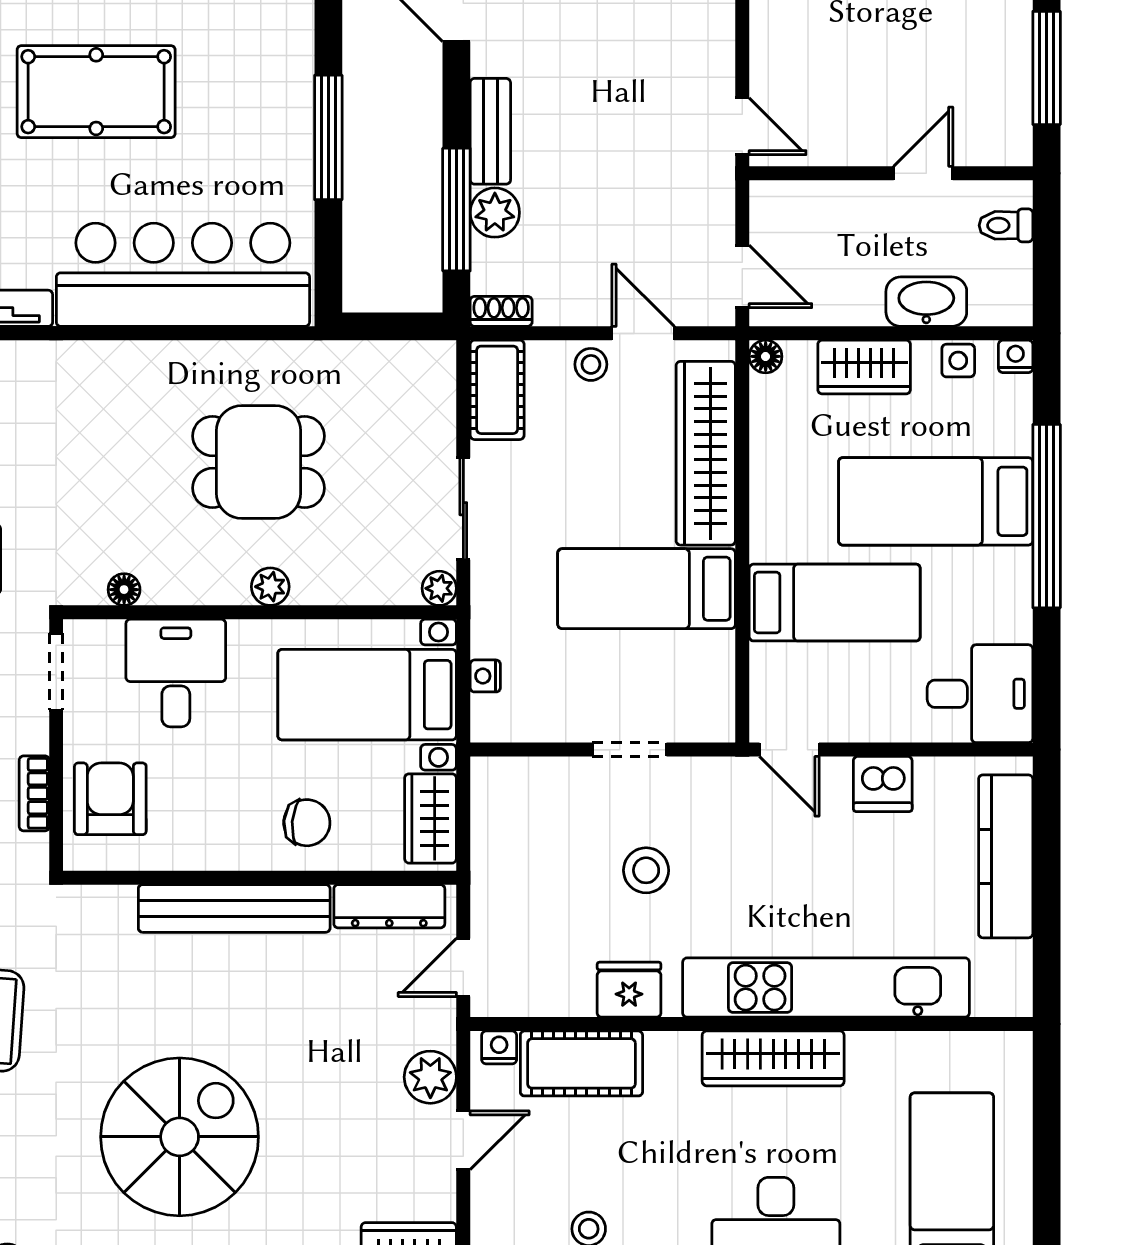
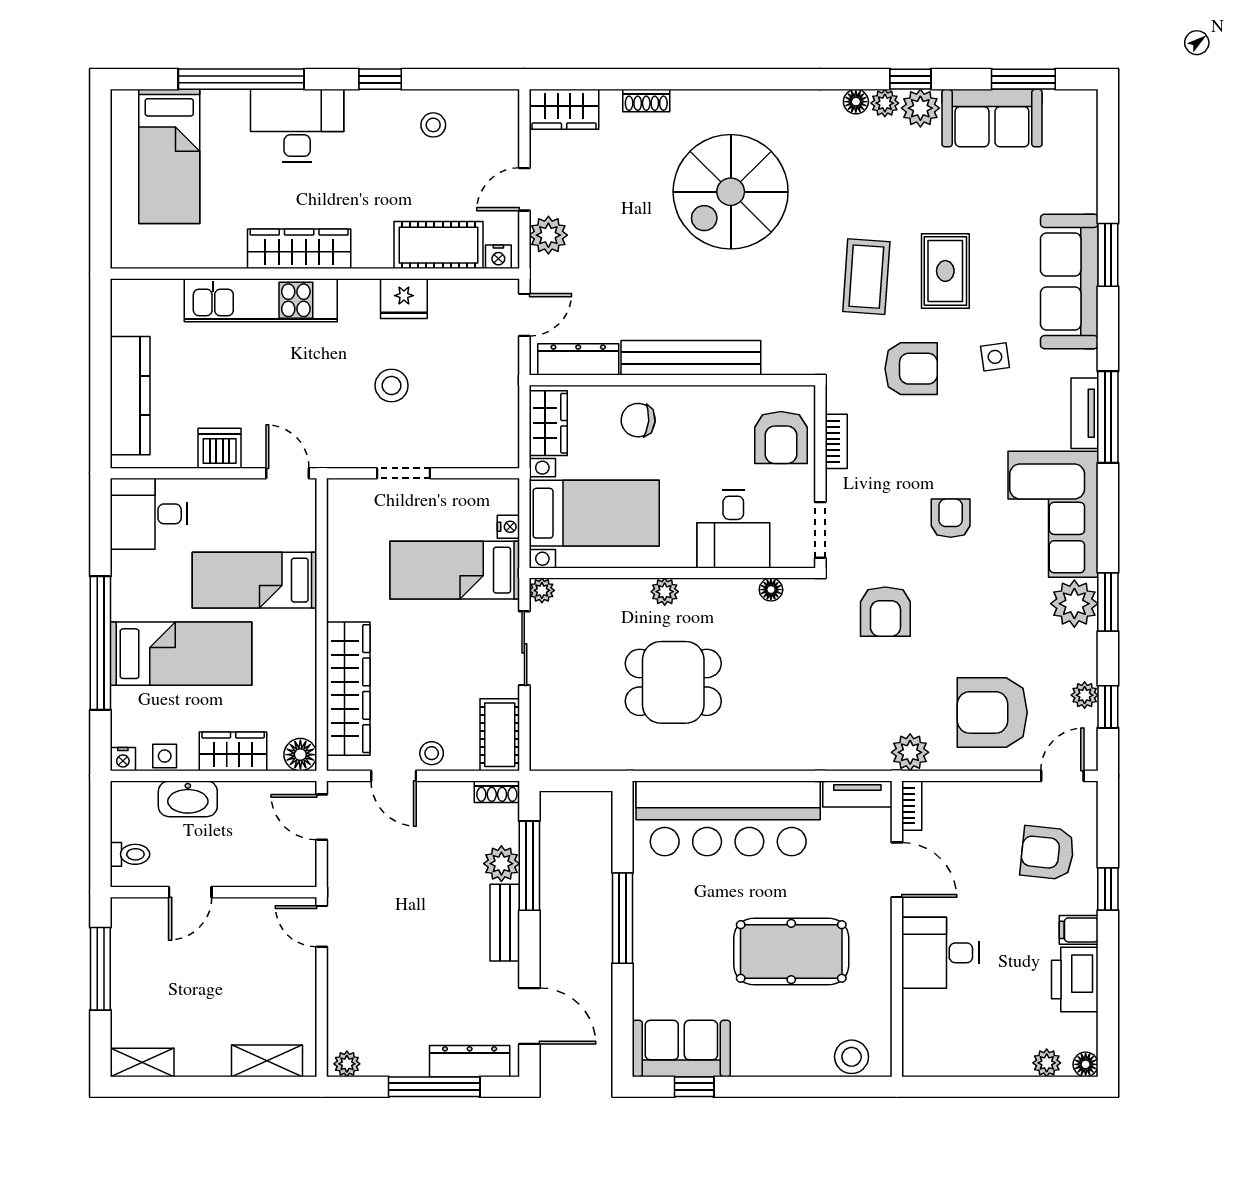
floor lamp: (766, 356) -> (300, 755), width x1.37, depth x1.37
bed: (647, 589) -> (455, 570), moved, turned 180
kitchen unit: (826, 988) -> (261, 300), width x0.73

